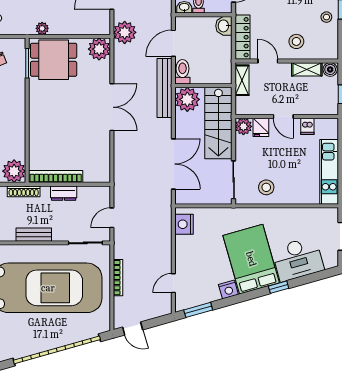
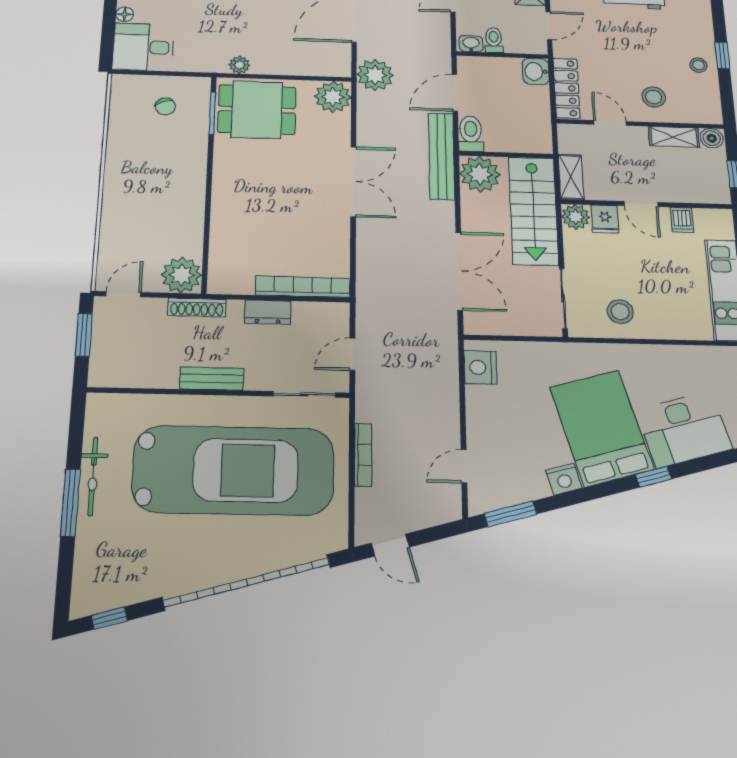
shelving: (242, 80) -> (571, 177), moved
bookcase: (56, 177) -> (303, 287), moved

